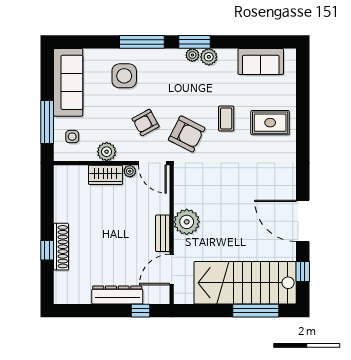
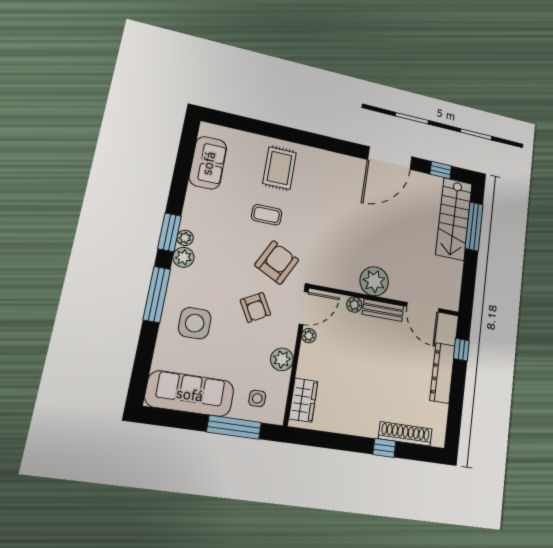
plant: (209, 57) -> (183, 257), moved
wardrobe: (105, 175) -> (303, 400), moved
plant: (163, 207) -> (354, 305), added
shoe rack: (61, 247) -> (405, 434), moved
stairs: (245, 283) -> (454, 219), width x0.73, depth x0.66

